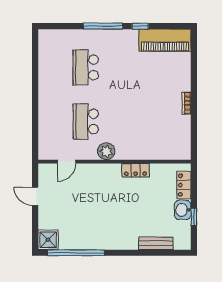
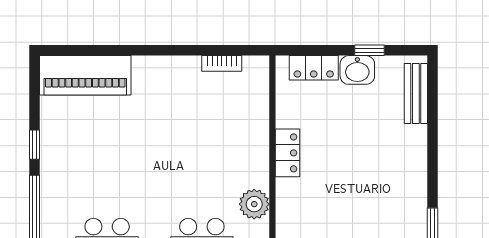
piano: (165, 40) -> (85, 75), moved, turned 90
bookcase: (186, 103) -> (222, 63), moved
bench: (156, 243) -> (416, 94), moved

